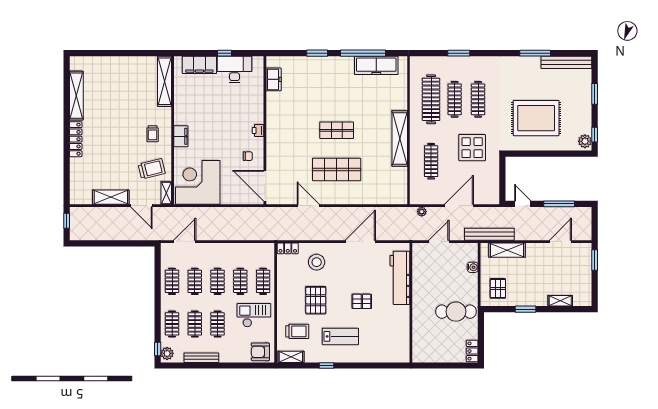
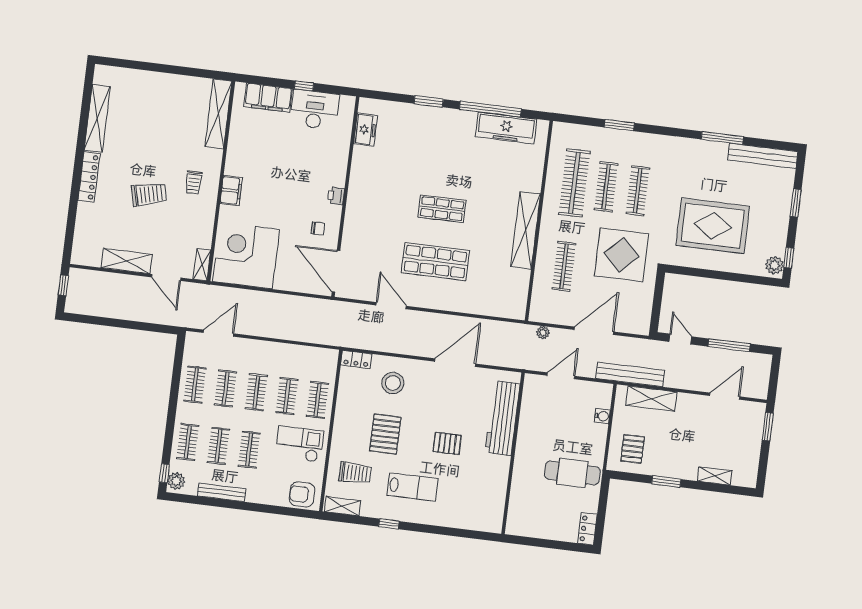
display table: (472, 148) -> (622, 255), width x1.36, depth x1.36
trolley: (152, 169) -> (149, 194), moved

